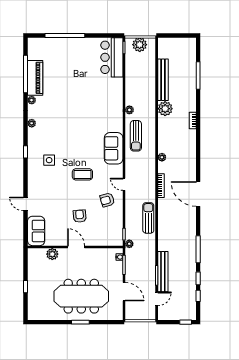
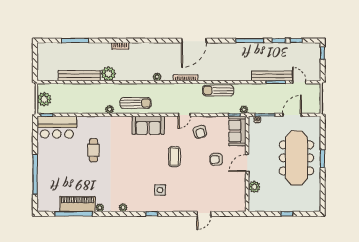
cafe table: (89, 94) -> (93, 150), added
sofa: (36, 231) -> (237, 131), moved, turned -90

